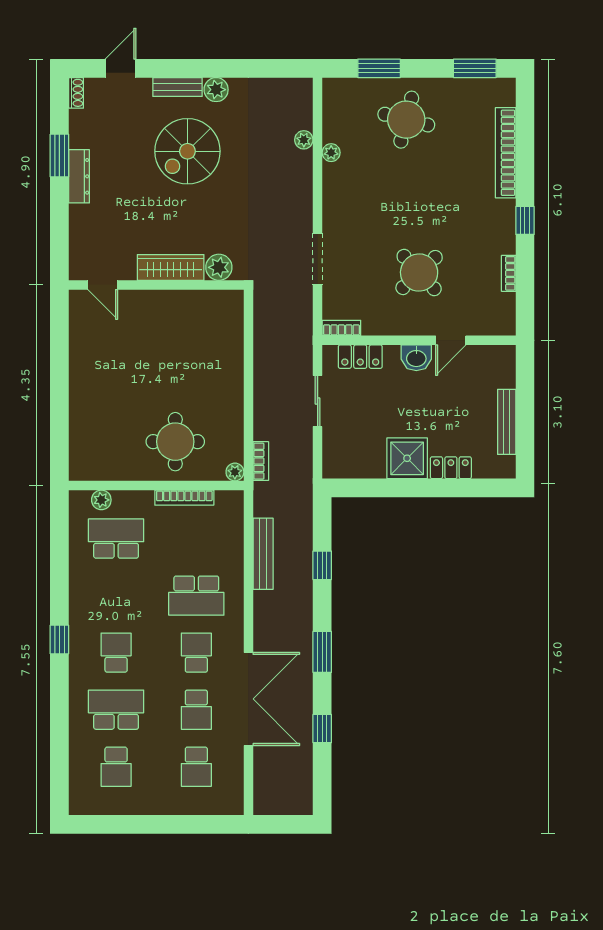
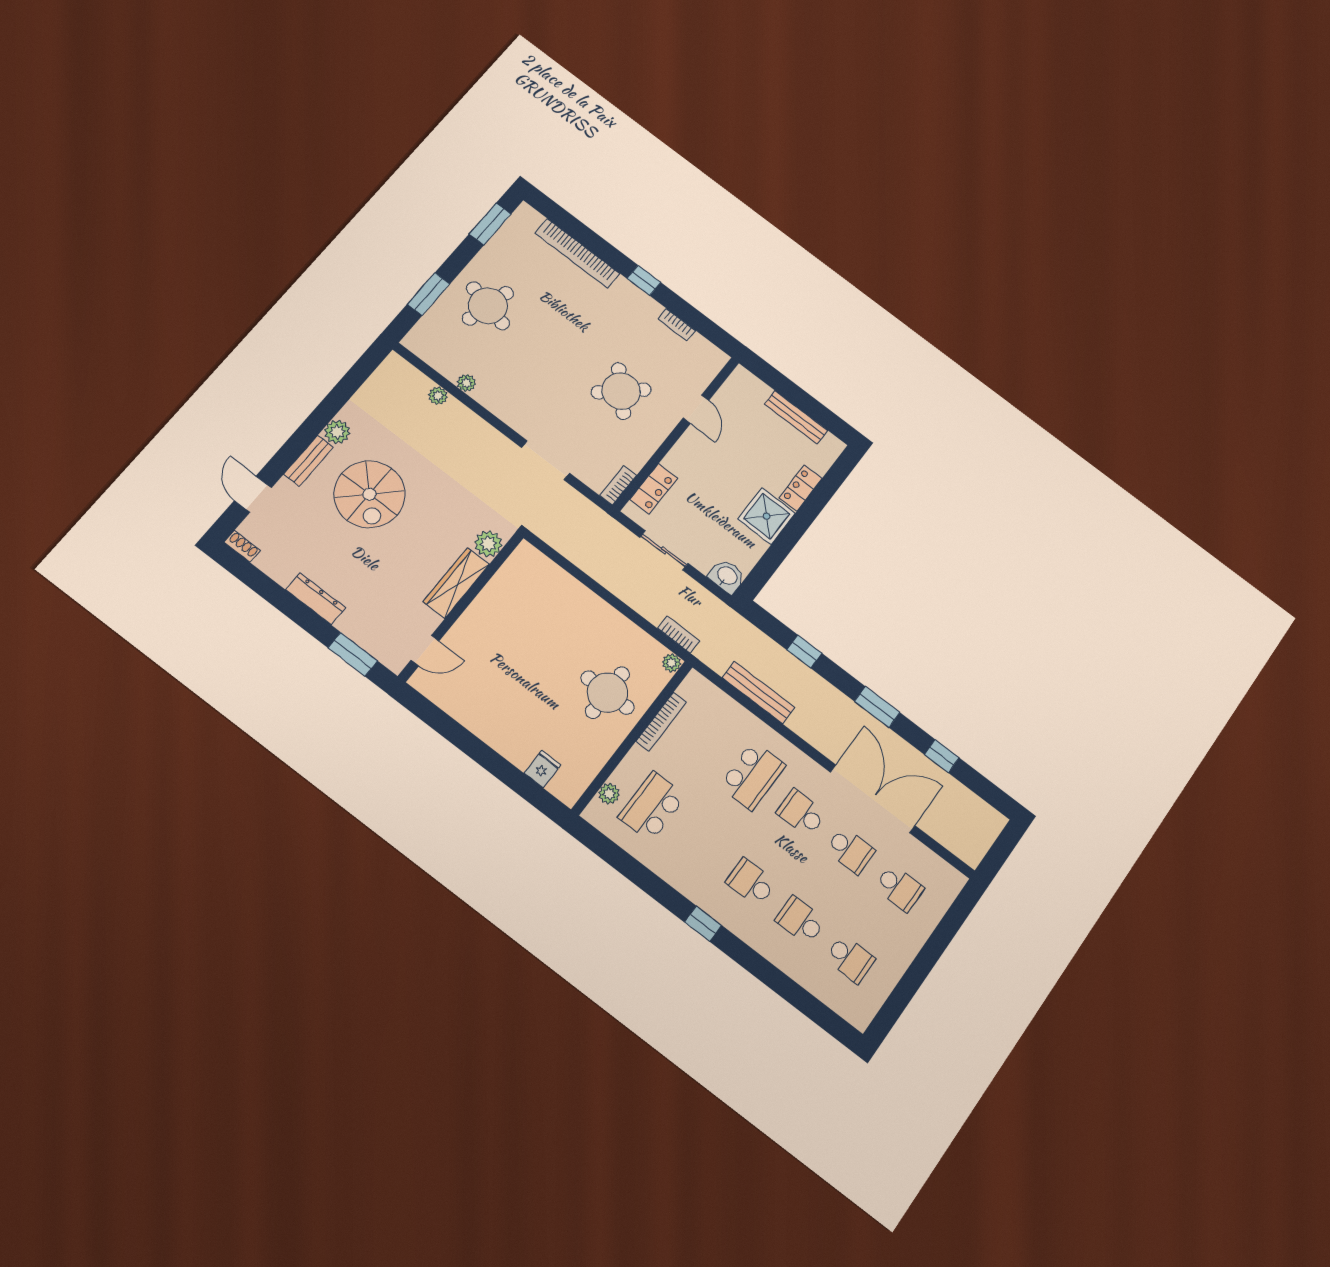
window: (59, 156) -> (353, 654), moved
washbasin: (416, 358) -> (727, 576), moved, turned -90
fridge: (82, 438) -> (542, 769), added
school desk: (116, 710) -> (800, 920), width x0.54

